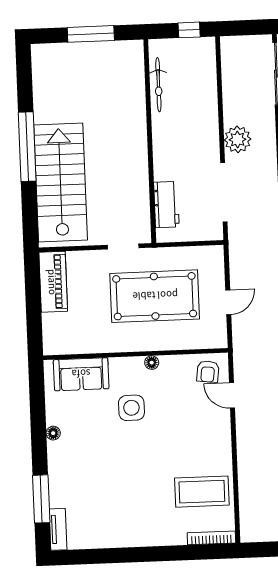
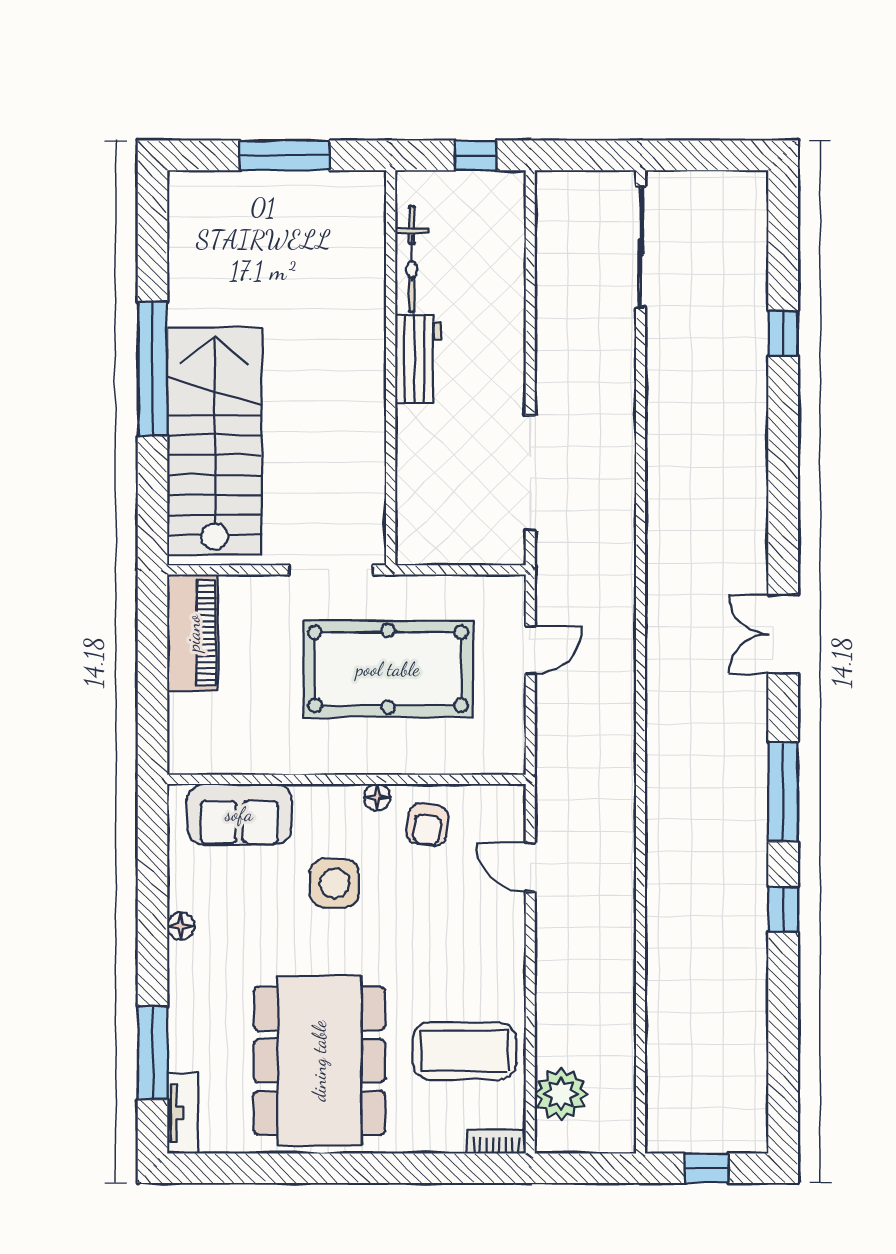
plant: (238, 139) -> (561, 1094), moved
workbench: (166, 205) -> (418, 359), moved
doorway: (123, 246) -> (331, 570), width x1.38
door: (228, 302) -> (530, 650), moved
armchair: (208, 372) -> (428, 825), moved
dining table: (127, 499) -> (319, 1061), added
bookcase: (211, 538) -> (496, 1142), width x0.64

